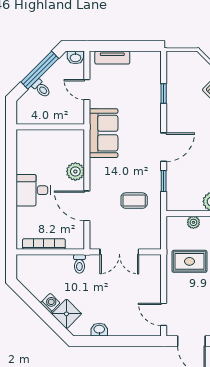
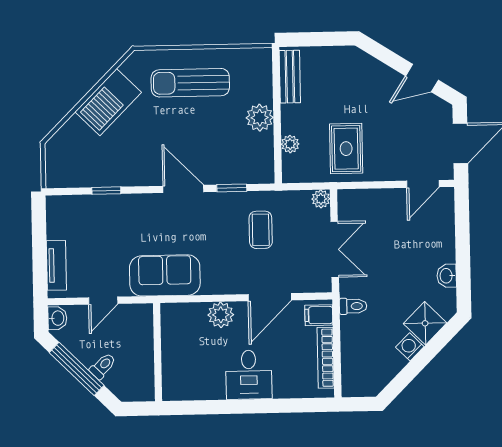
filing cabinet: (74, 240) -> (319, 315), added
plant: (155, 243) -> (321, 199), added

